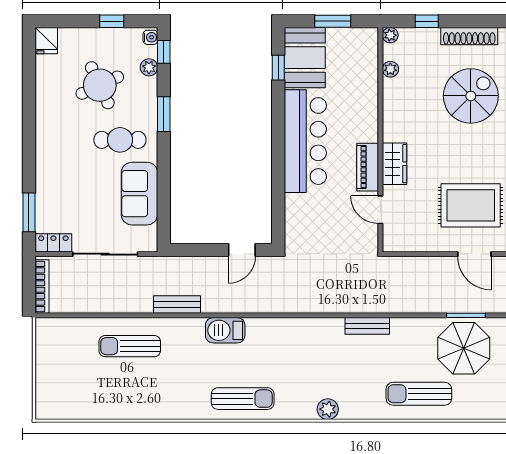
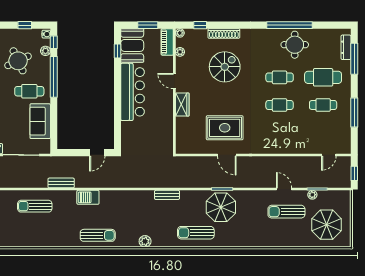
window: (164, 114) -> (54, 77), width x2.11
piano: (368, 167) -> (167, 42), moved
door: (380, 210) -> (174, 81), moved

